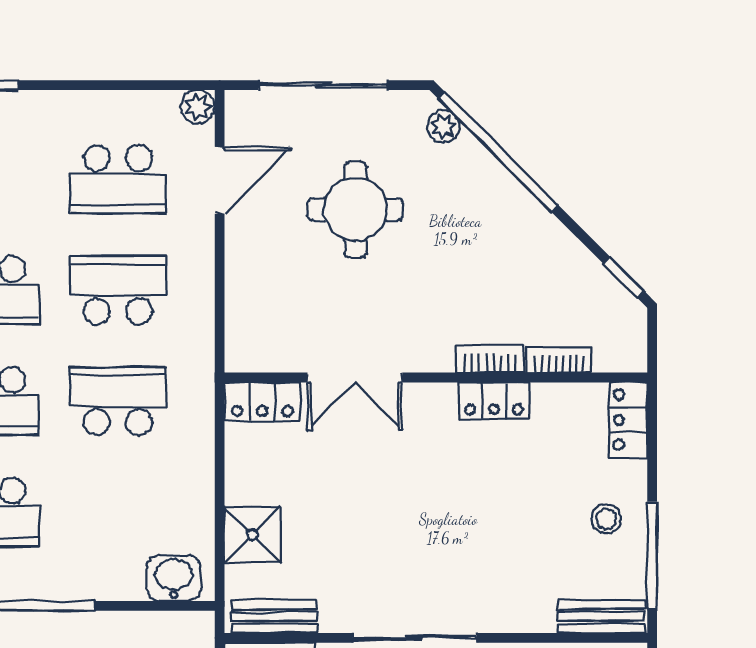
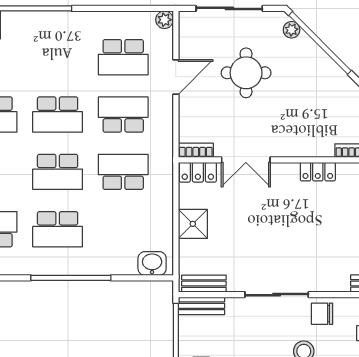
door: (220, 180) -> (176, 77), moved
bookcase: (490, 359) -> (196, 150), moved
shower: (252, 535) -> (193, 224), moved

